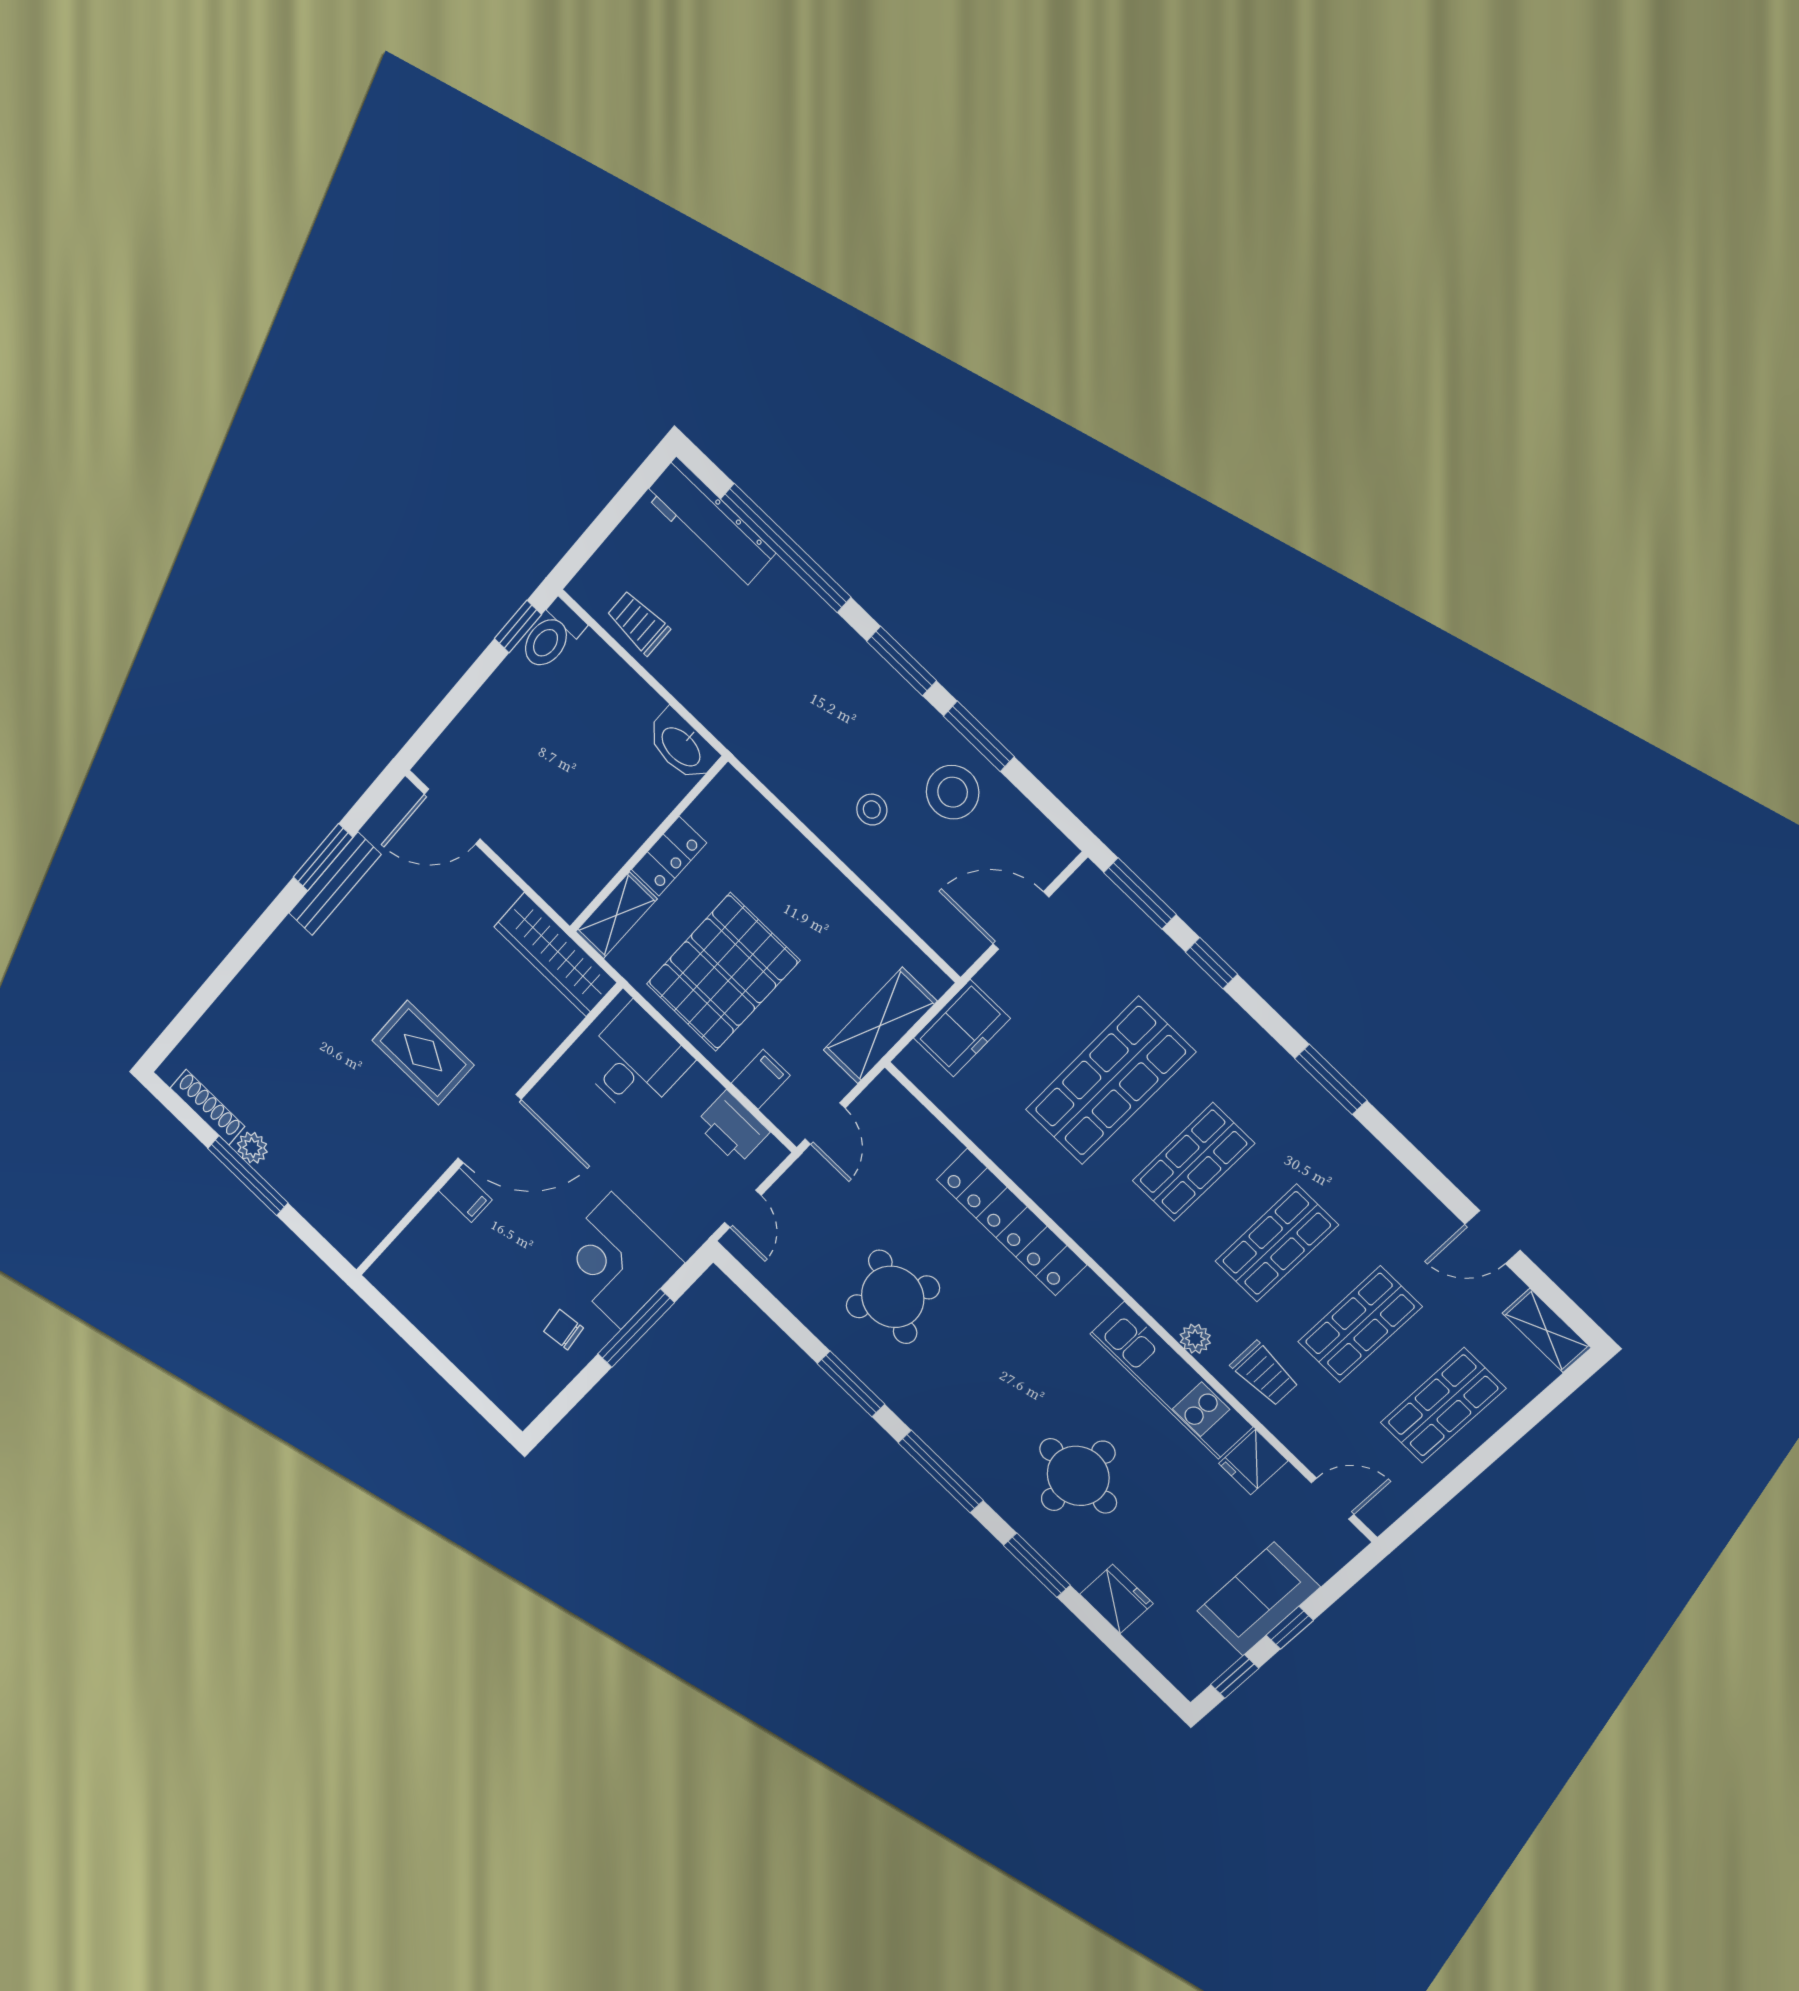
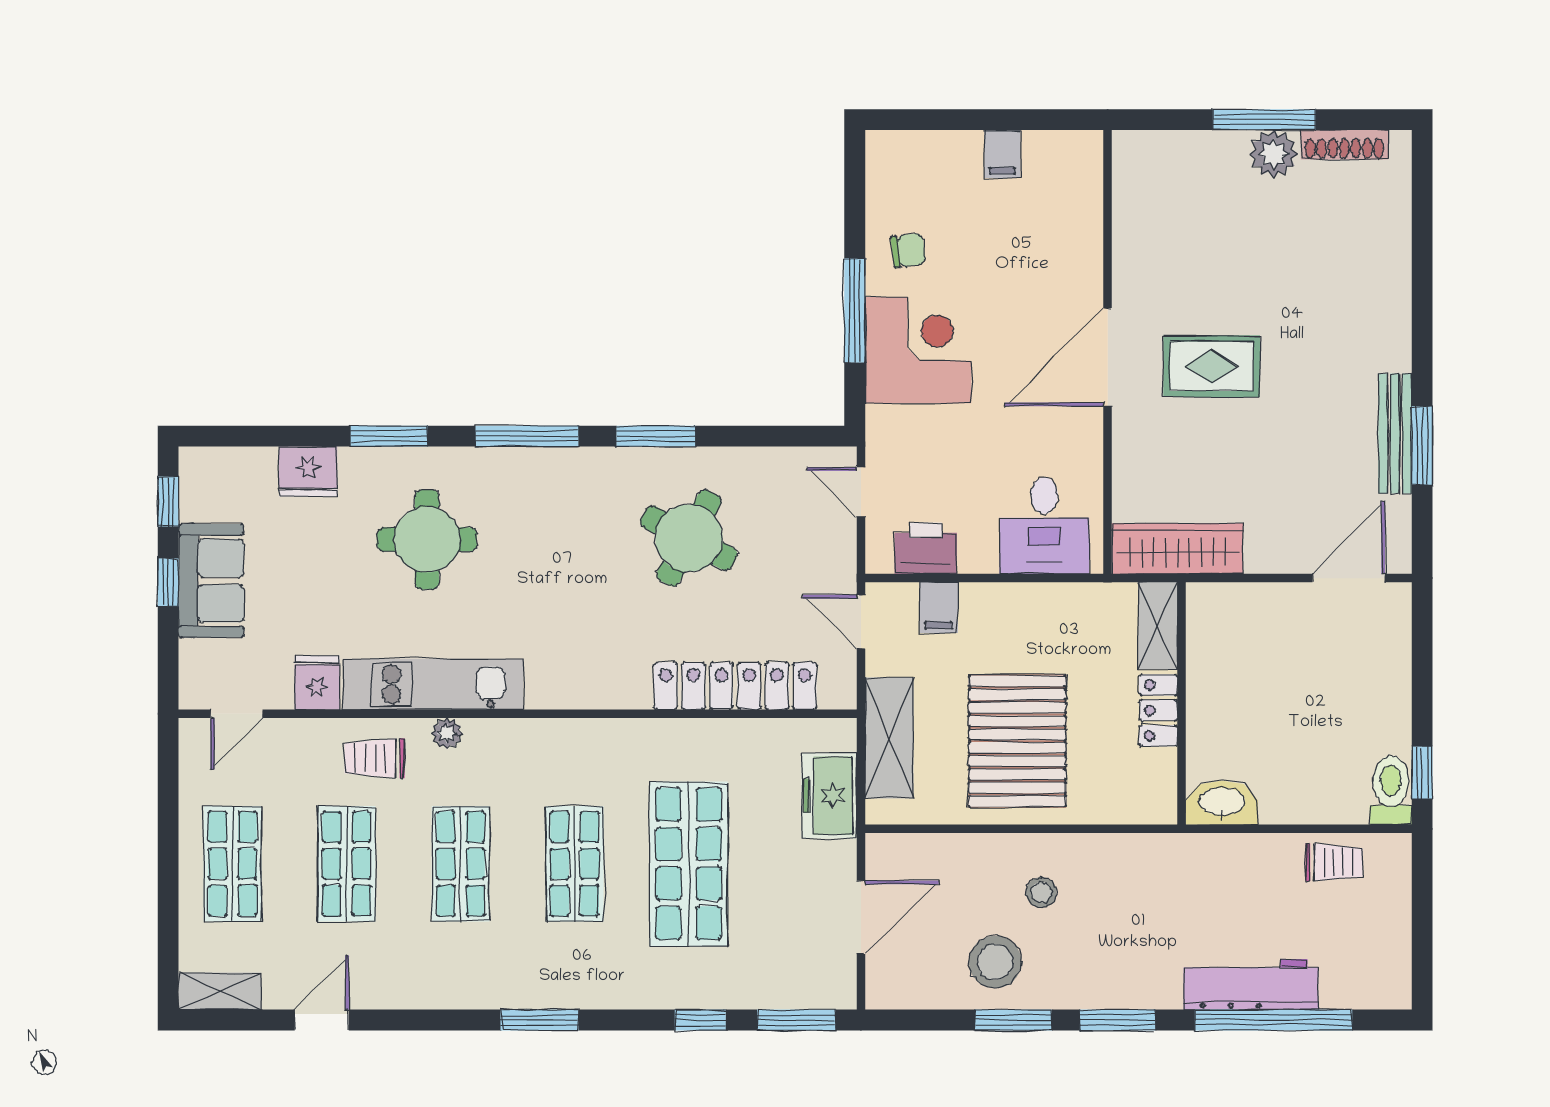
workbench: (710, 524) -> (1251, 984), moved
pallet: (723, 972) -> (1017, 741), moved
plant: (252, 1148) -> (1274, 154), width x1.38, depth x1.38
filing cabinet: (465, 1195) -> (1002, 154), moved, turned -90
locker: (1012, 1222) -> (735, 686), moved

